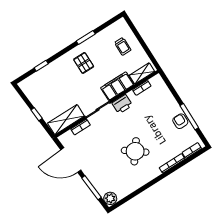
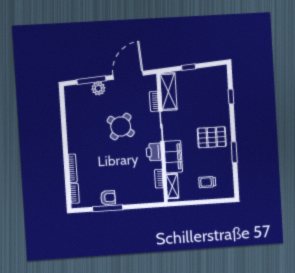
pallet: (84, 63) -> (212, 137), width x1.50, depth x1.42
round table: (135, 151) -> (121, 126), moved
plant: (110, 198) -> (98, 88), moved

